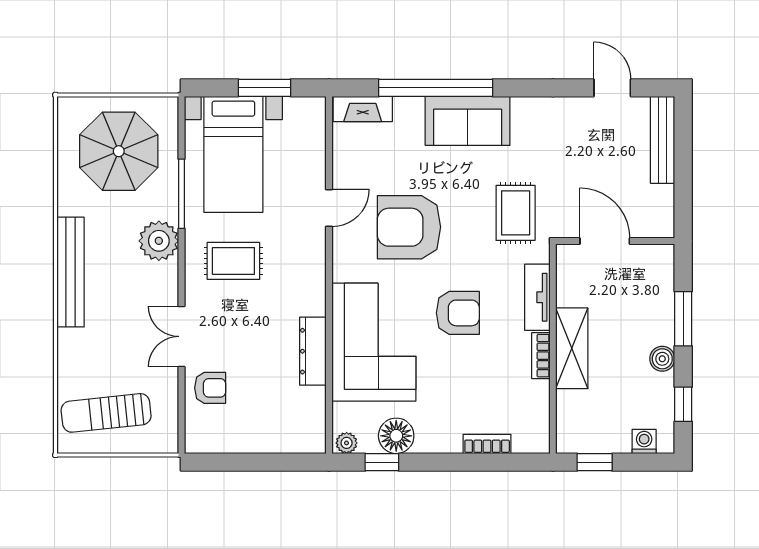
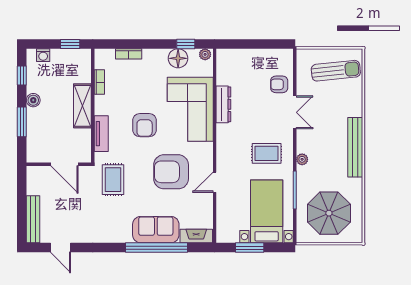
sofa: (468, 121) -> (156, 230), moved
armchair: (409, 227) -> (171, 172), turned 180
plant: (159, 241) -> (302, 159), width x0.53, depth x0.53
armchair: (458, 313) -> (145, 125), turned -90
bookcase: (541, 356) -> (99, 82), moved

